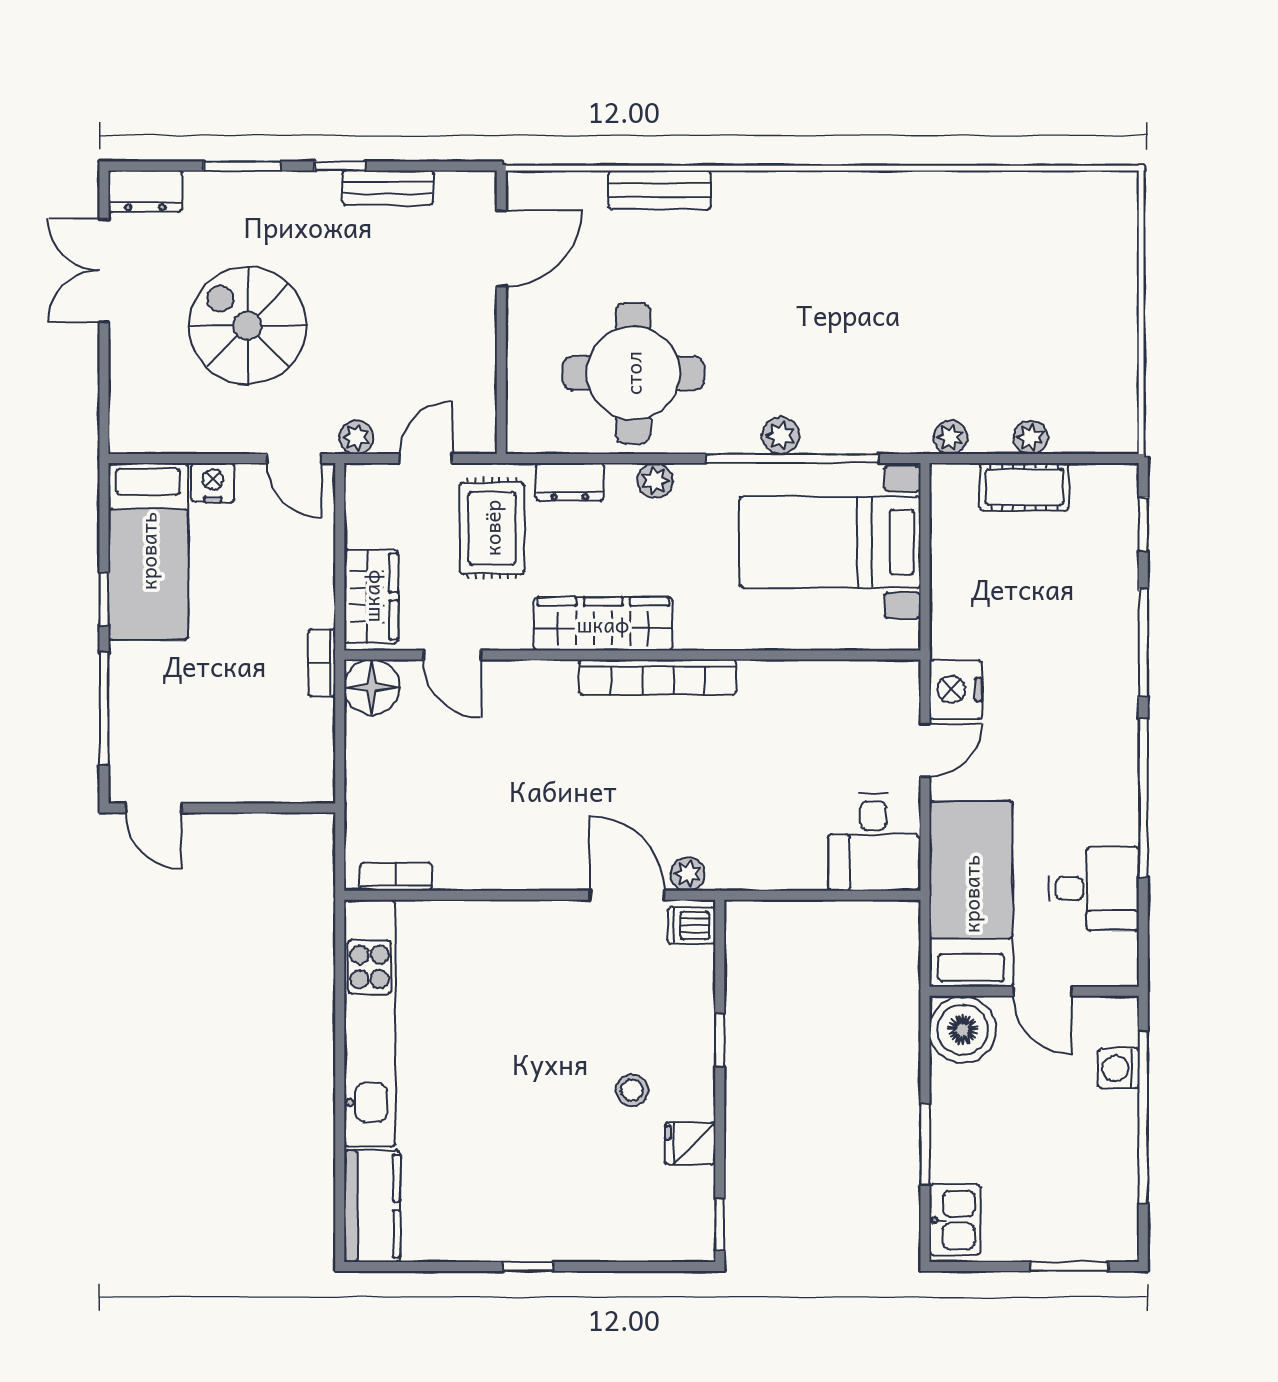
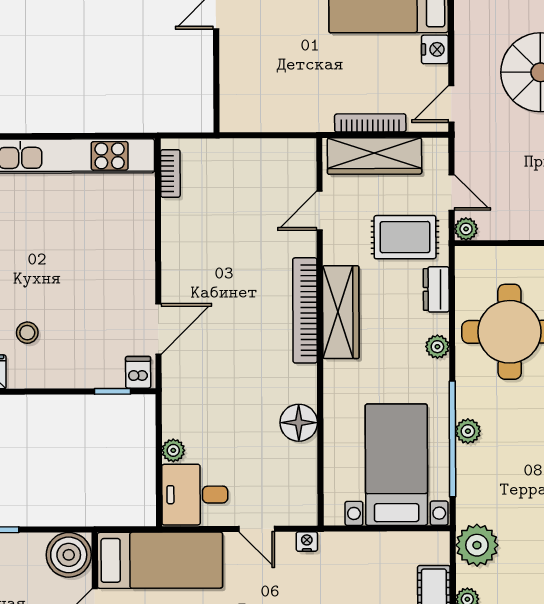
plant: (356, 437) -> (466, 229), moved
plant: (950, 437) -> (477, 545), width x1.87, depth x1.87
wardrobe: (371, 596) -> (374, 156), width x1.50
bookcase: (322, 663) -> (370, 123), moved, width x1.56
bookcase: (658, 677) -> (305, 310), moved
floor lamp: (372, 687) -> (299, 423), moved
nightstand: (956, 689) -> (307, 541), width x0.53, depth x0.56
plant: (688, 874) -> (173, 450), moved
window: (720, 1040) -> (113, 391), moved

